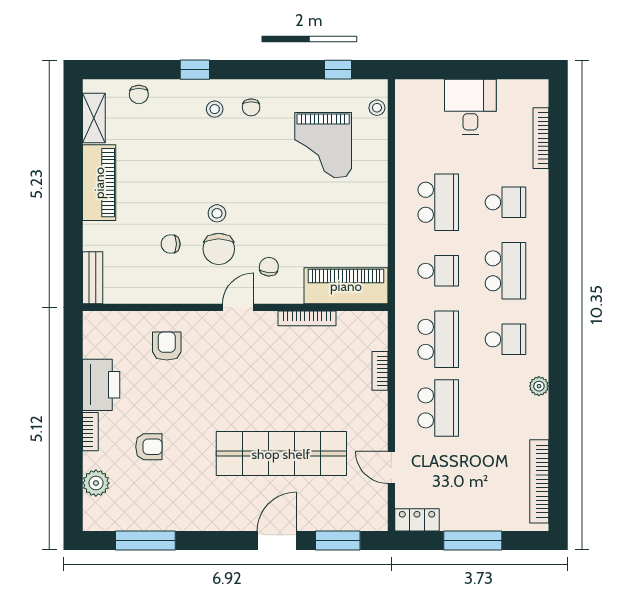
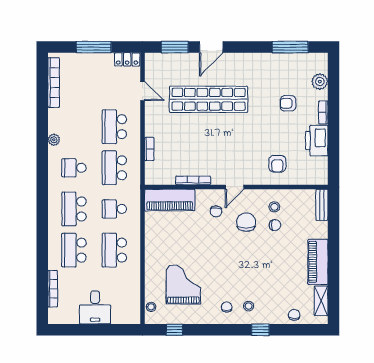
school desk: (505, 202) -> (74, 250), width x1.85
stool: (217, 213) -> (274, 207), moved

